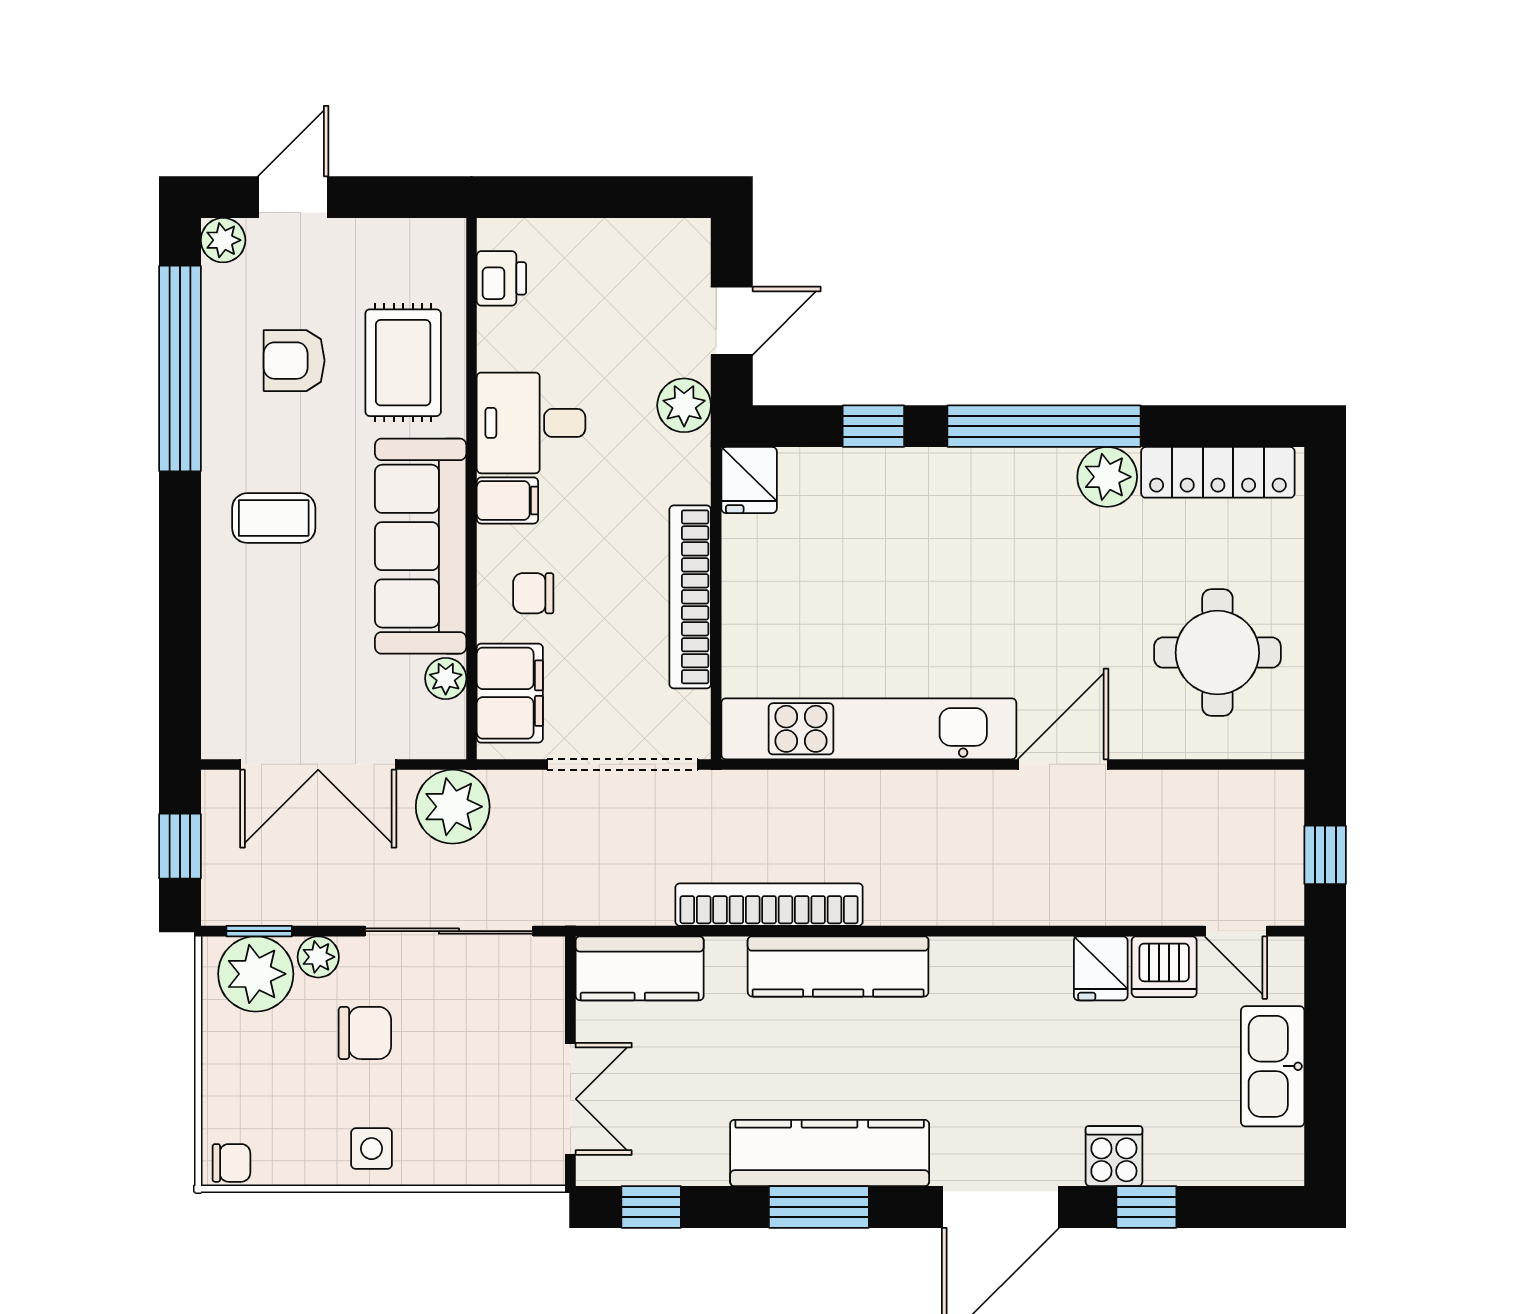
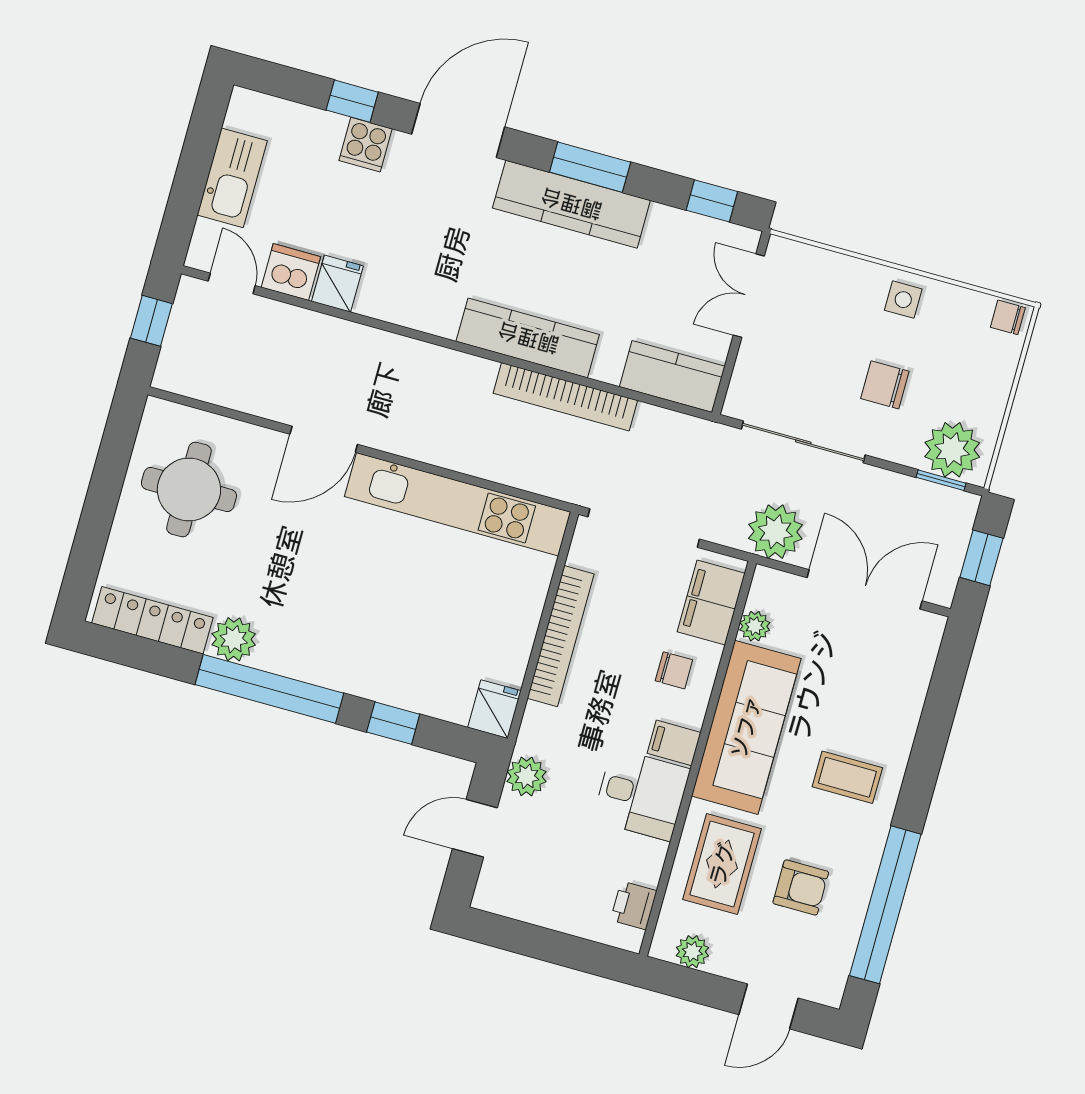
plant: (223, 240) -> (692, 952), moved
plant: (318, 957) -> (903, 450), removed

